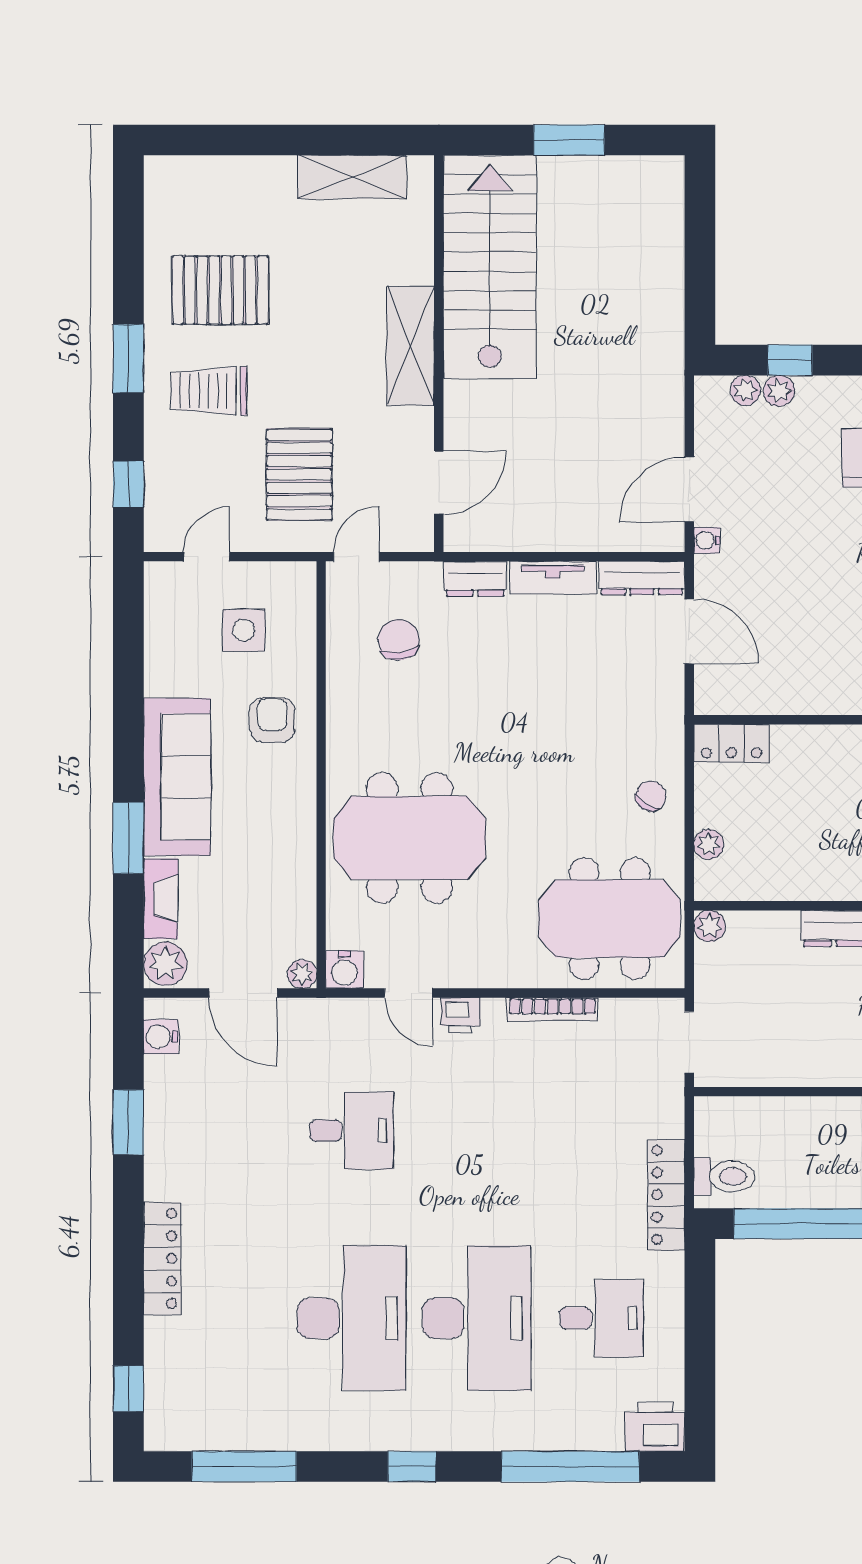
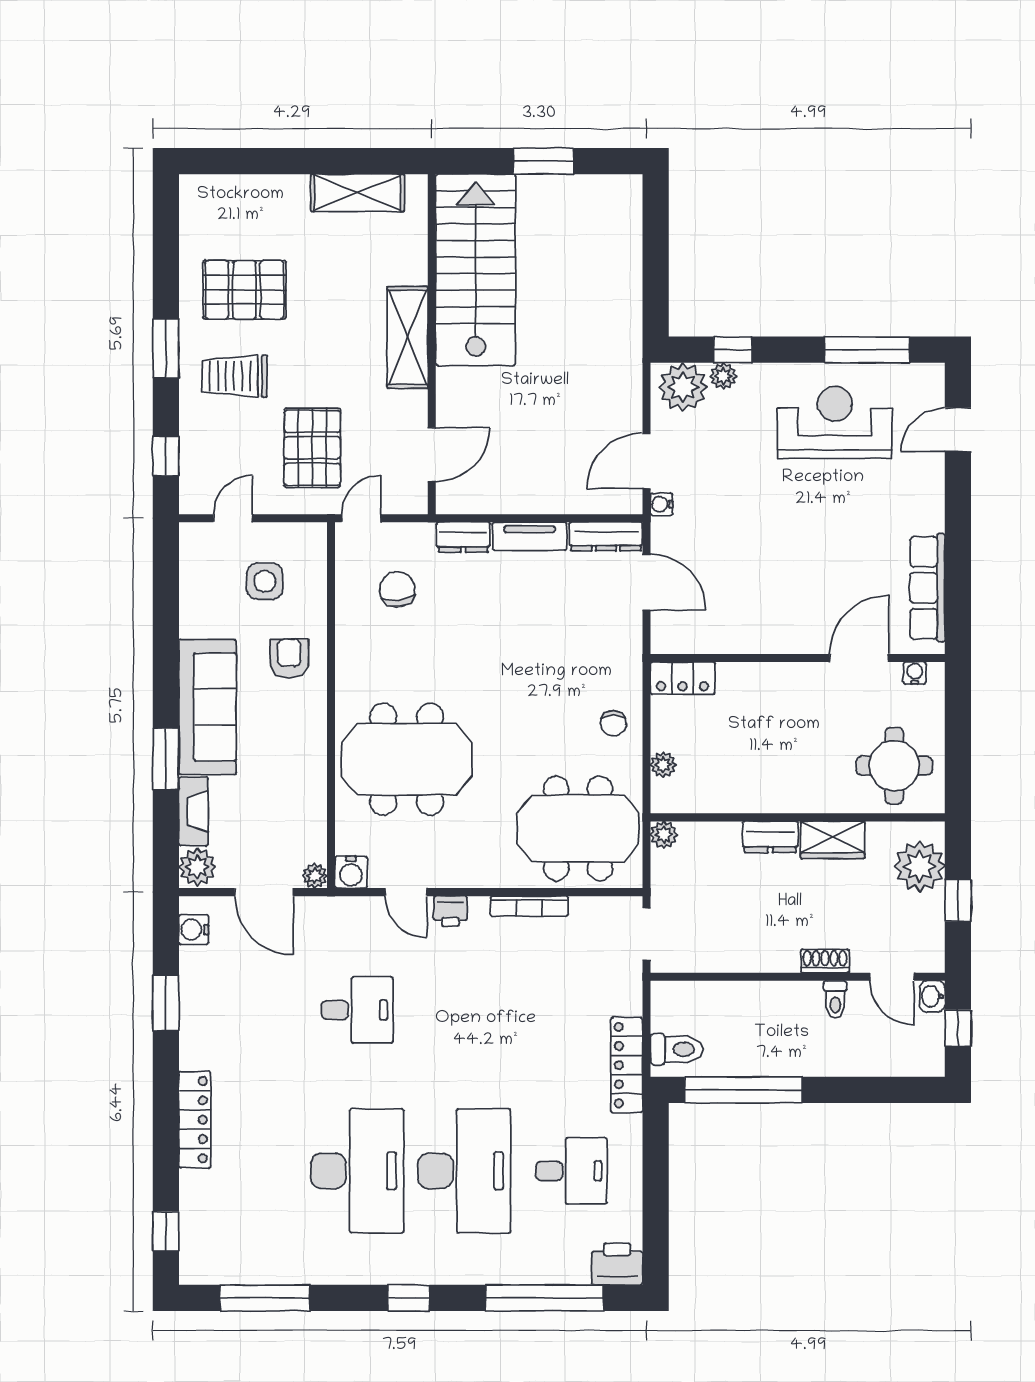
plant: (745, 390) -> (683, 387), width x1.87, depth x1.87
chair: (651, 796) -> (613, 723), turned 148

